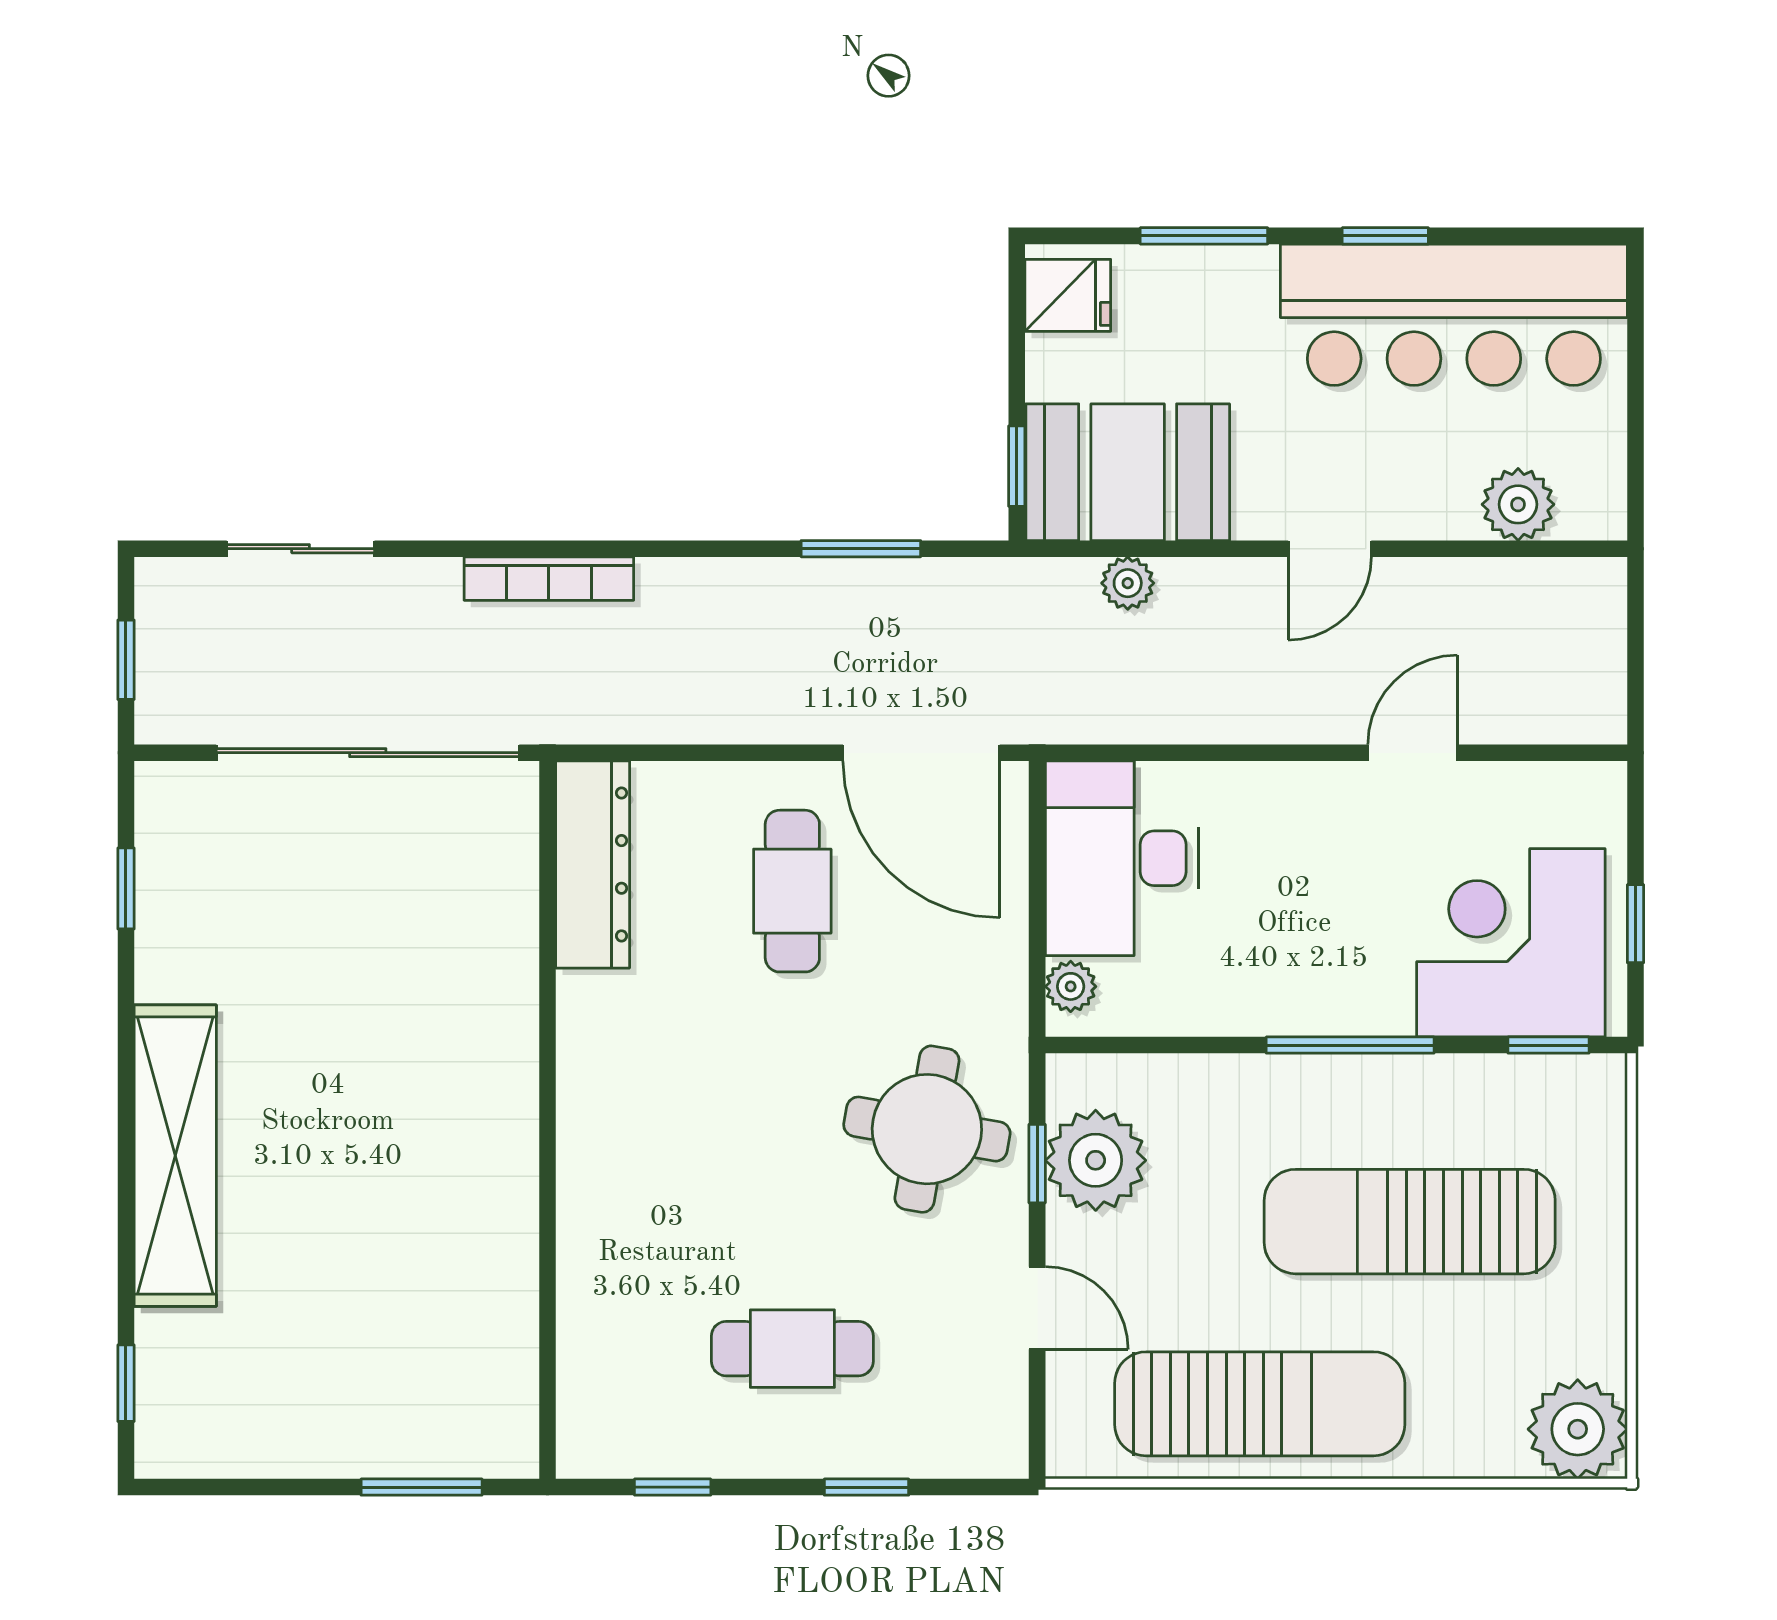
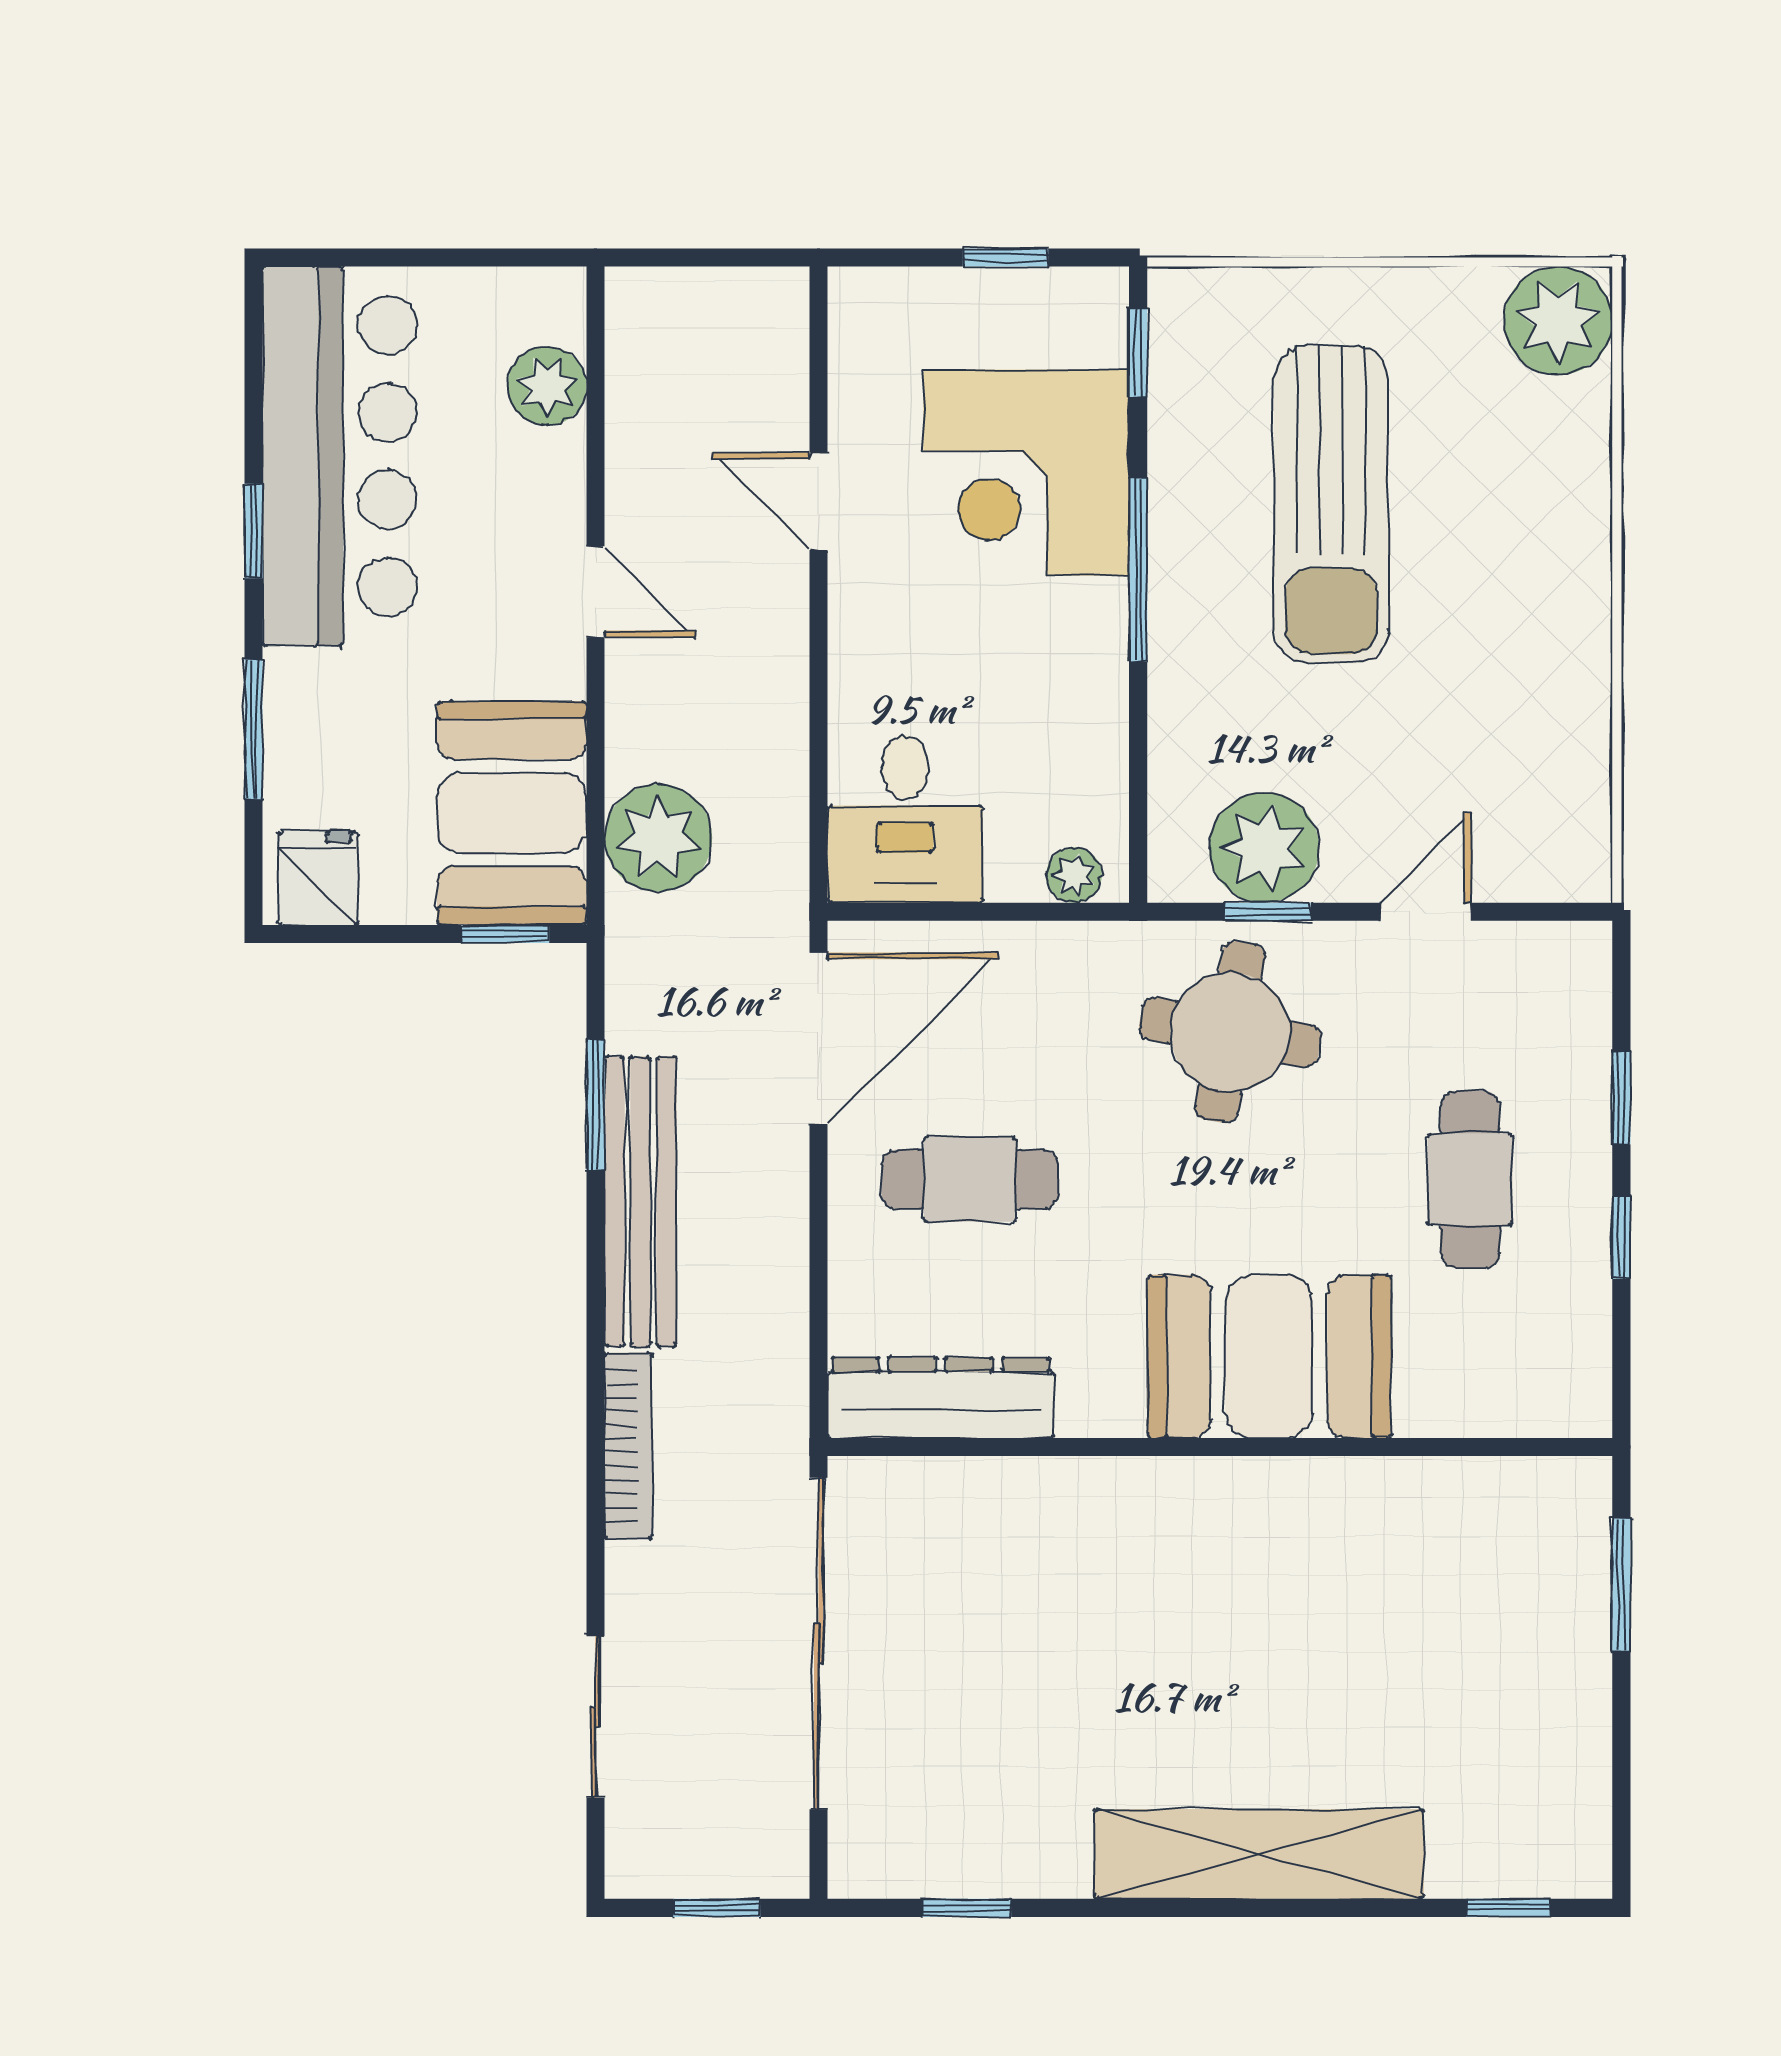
plant: (1128, 583) -> (658, 838), width x1.88, depth x1.88
bench: (772, 590) -> (641, 1202), added
desk: (1122, 858) -> (905, 819), width x0.73
corner desk: (1511, 943) -> (1026, 473), moved
booth: (630, 1165) -> (1269, 1357), added
sun lounger: (1260, 1404) -> (1530, 668), removed
window: (673, 1487) -> (1621, 1237), moved

